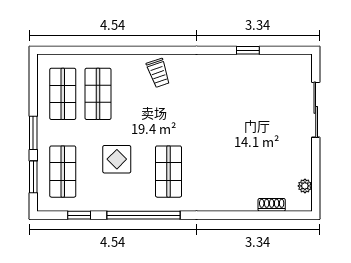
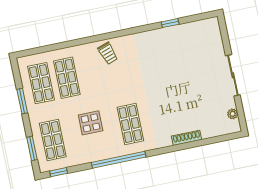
sliding door: (316, 110) -> (233, 75), moved
window: (33, 133) -> (22, 101), moved
shoe rack: (272, 205) -> (187, 138), moved, width x1.43
window: (79, 215) -> (59, 172), moved

